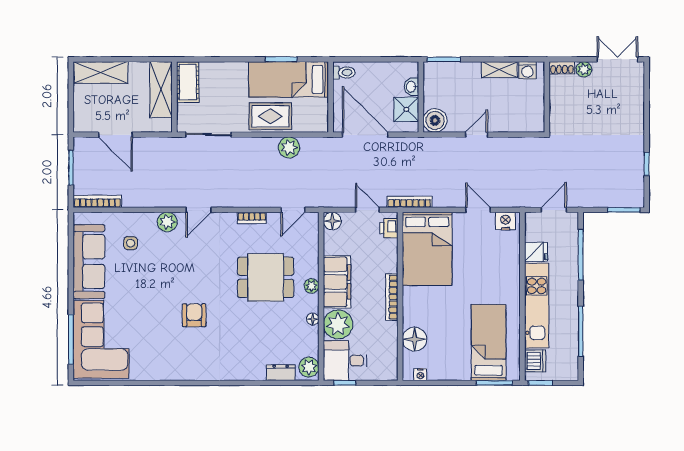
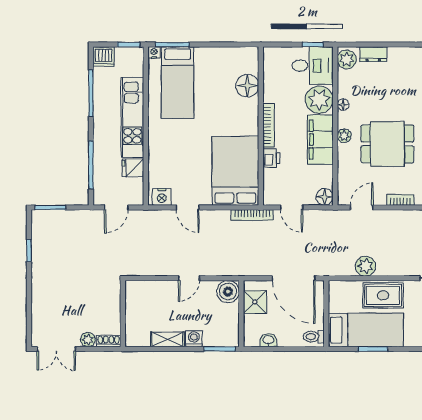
washing machine: (527, 70) -> (194, 339), moved
washbasin: (411, 87) -> (268, 340), moved, turned -90
printer: (389, 228) -> (271, 158), moved
dishwasher: (535, 361) -> (104, 57), moved, turned -90
nightstand: (420, 375) -> (154, 52), moved

